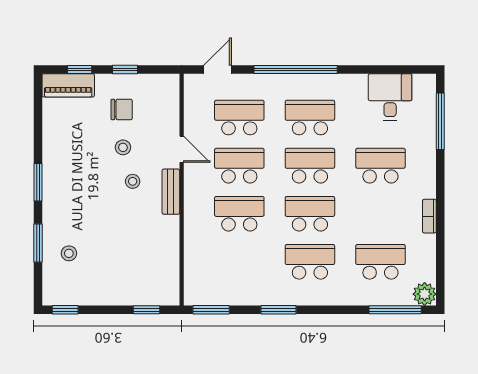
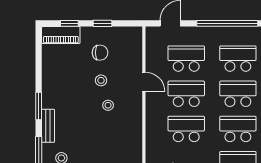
bench: (171, 192) -> (48, 126), moved

